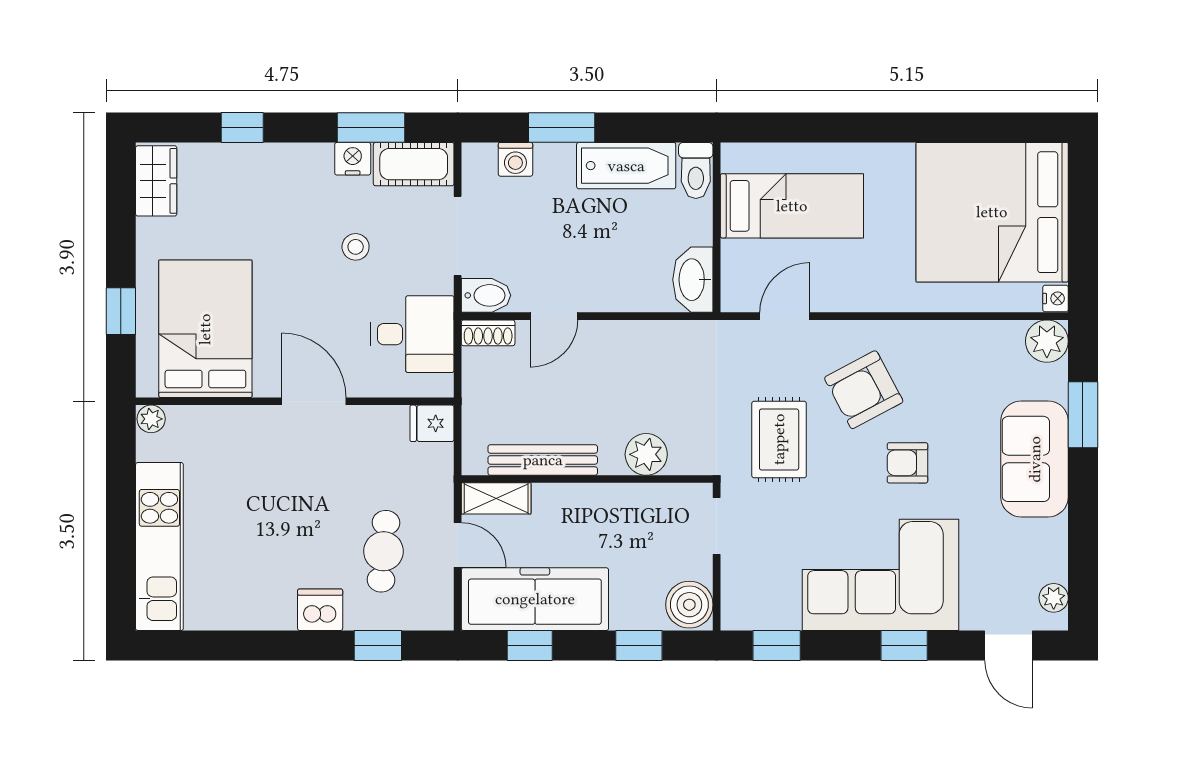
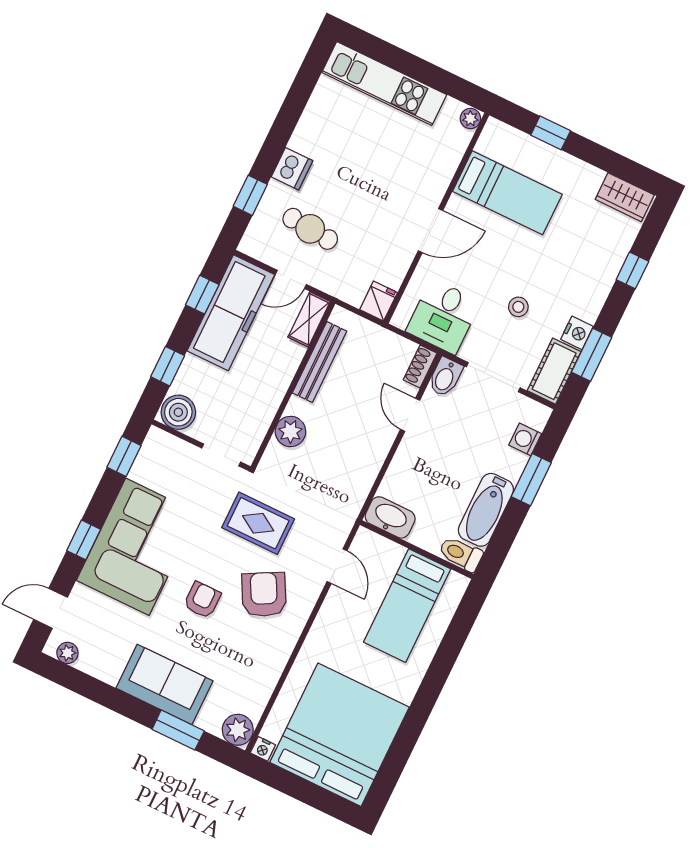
bed: (205, 329) -> (507, 193), width x0.67

